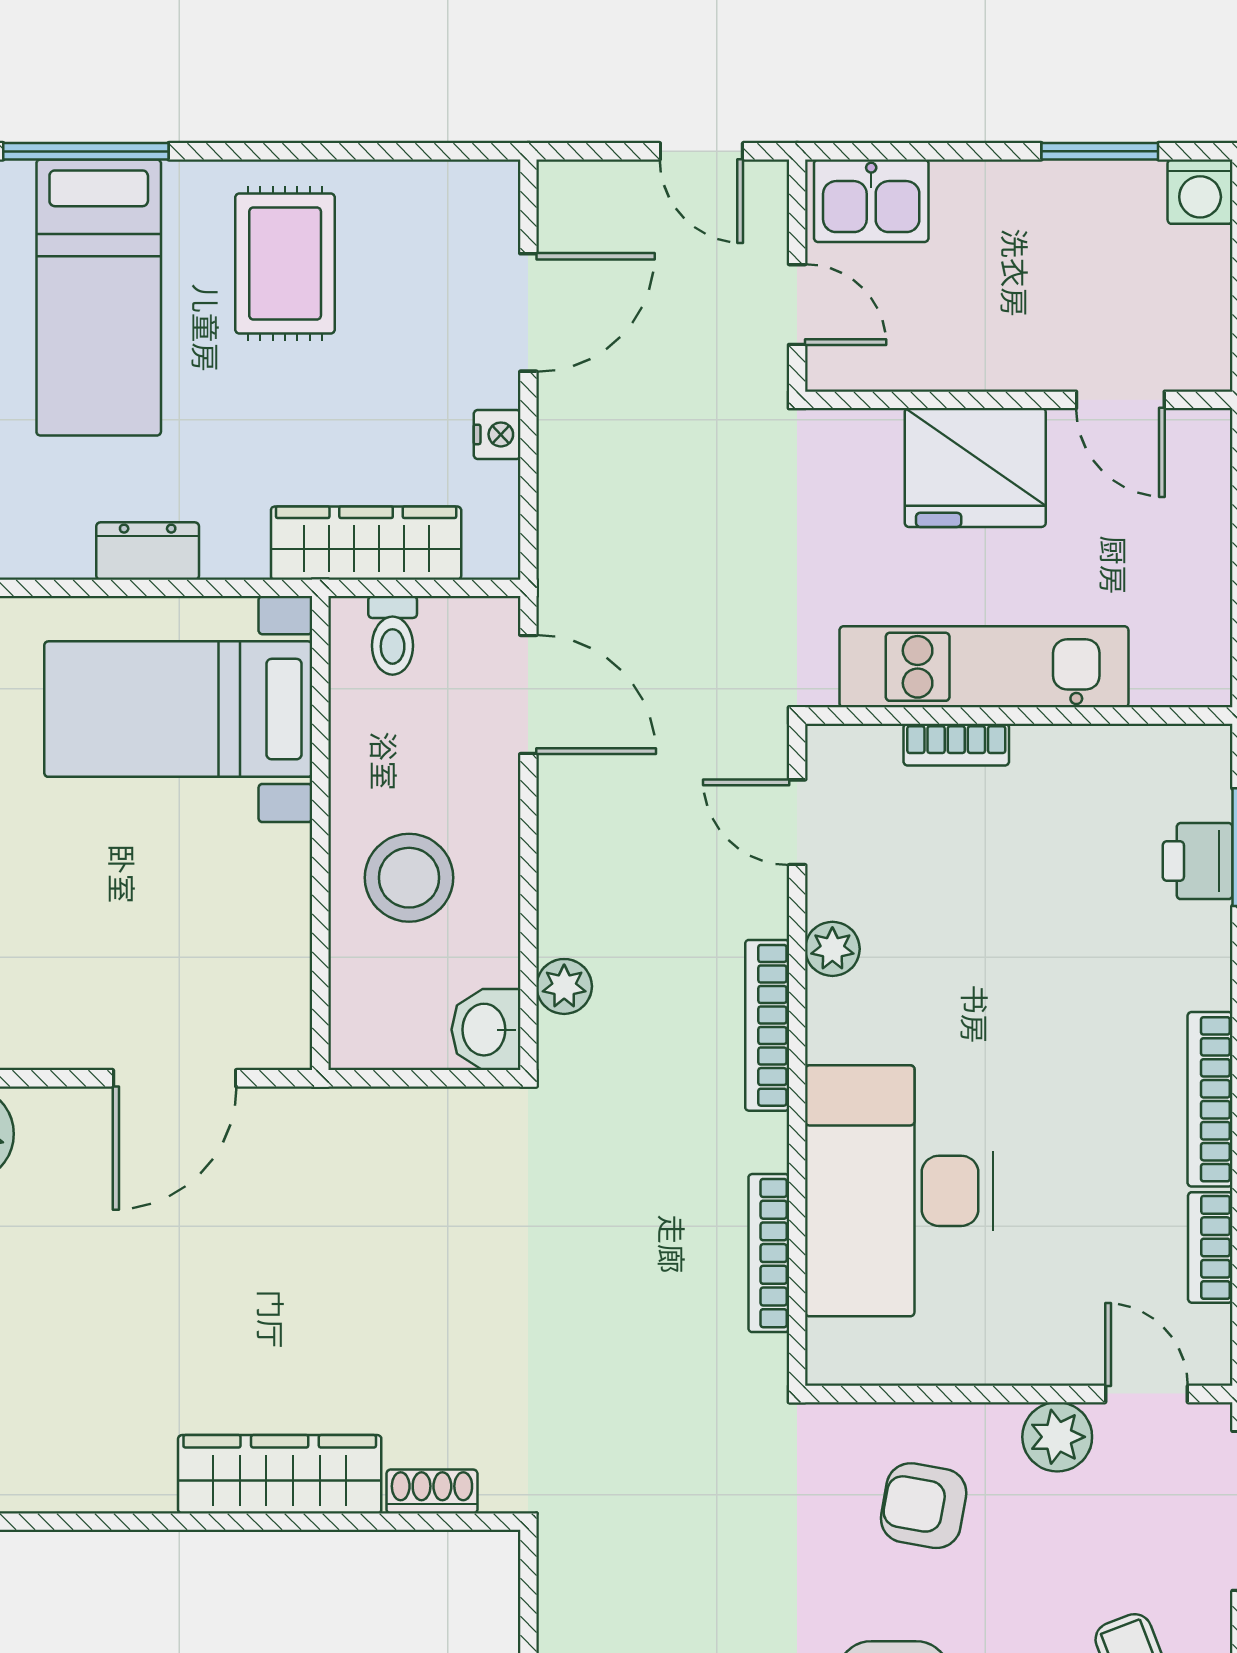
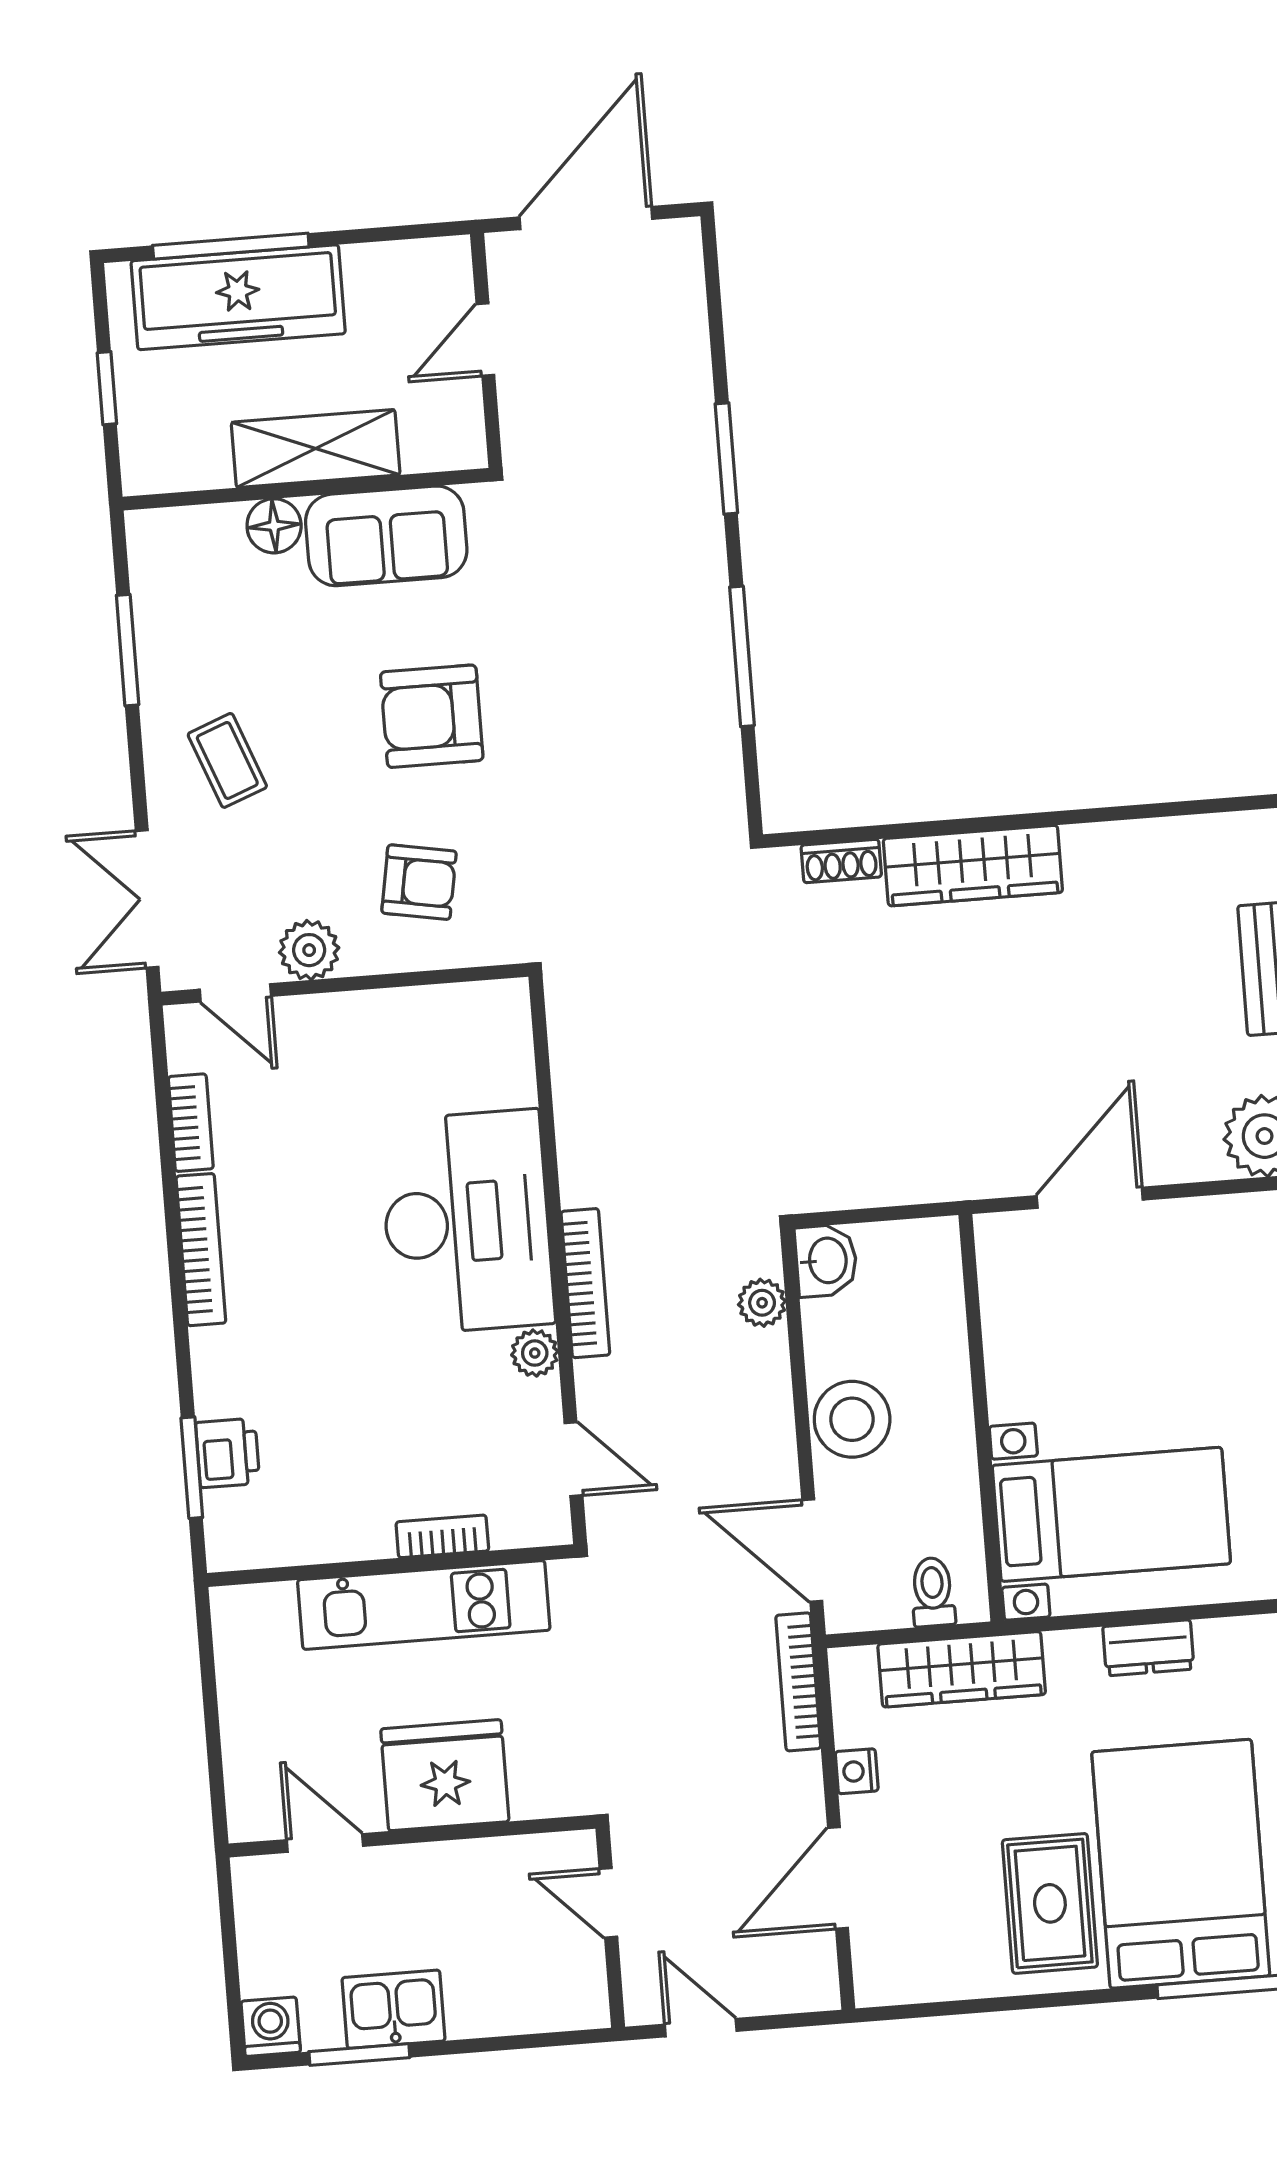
kitchen sink: (871, 201) -> (394, 2009), moved
bed: (99, 297) -> (1181, 1864), width x1.50
stool: (409, 878) -> (852, 1419), moved
desk: (899, 1191) -> (467, 1222), moved
bookcase: (769, 1253) -> (798, 1682), moved, turned 180

